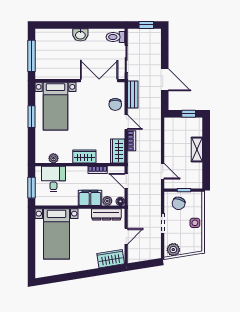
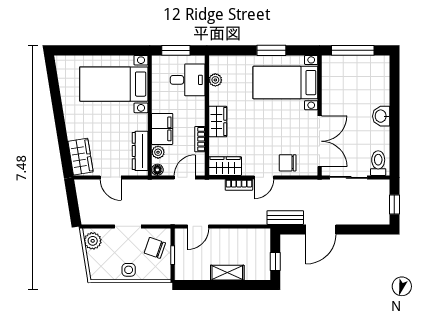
bench: (133, 94) -> (285, 218), moved

